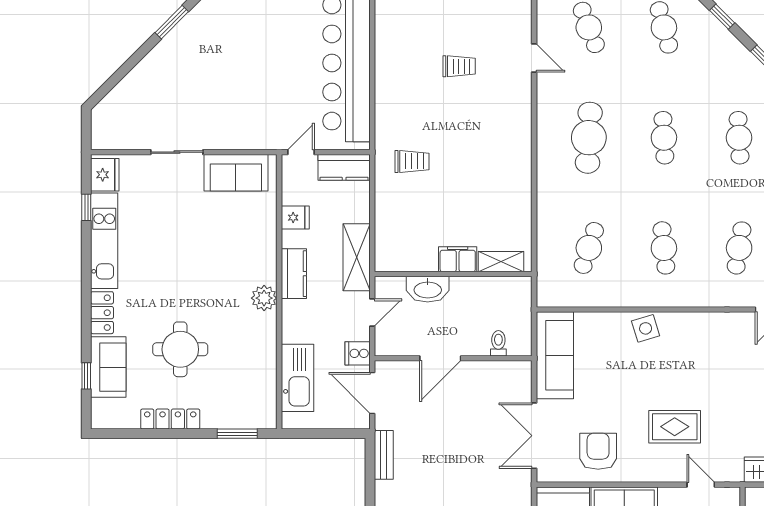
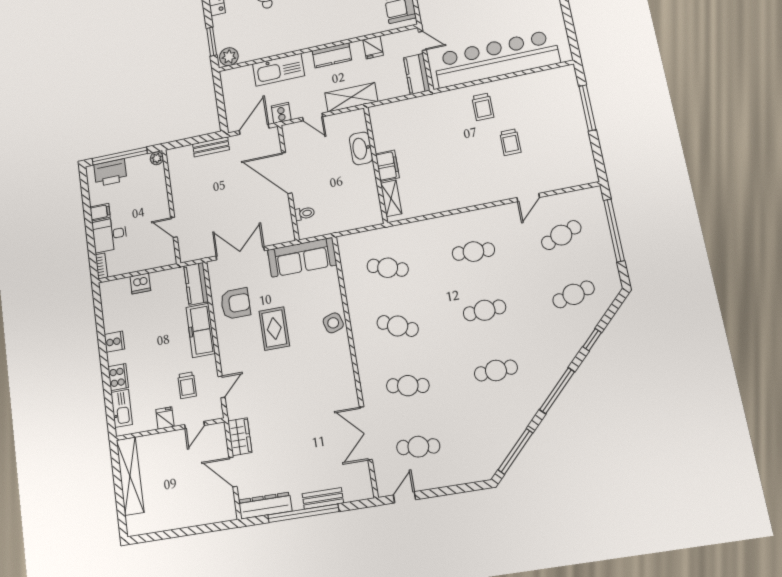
cafe table: (589, 138) -> (473, 252), width x0.73, depth x0.74
trolley: (412, 161) -> (483, 107), moved
cafe table: (664, 248) -> (398, 326), turned 30
filing cabinet: (458, 259) -> (387, 166), moved
shelving: (501, 262) -> (391, 198), moved
wall: (453, 274) -> (376, 165), moved
washbasin: (428, 289) -> (361, 148), moved
plant: (264, 298) -> (229, 57), moved
door: (440, 358) -> (287, 173), width x1.36
kitchen sink: (298, 378) -> (279, 70), moved
rug: (675, 427) -> (274, 329), moved

